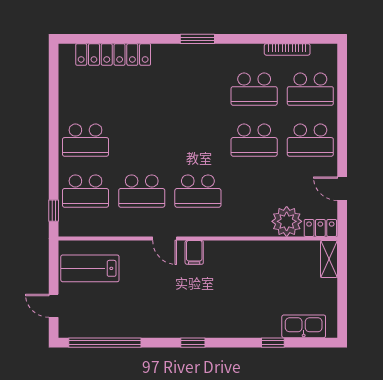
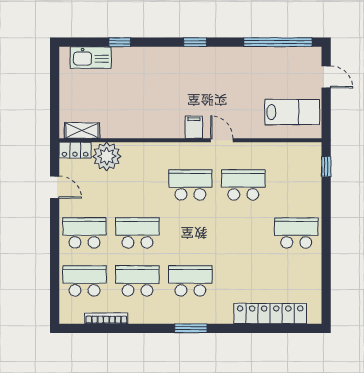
school desk: (85, 191) -> (190, 281), moved
shelving: (329, 259) -> (82, 131), moved, turned 90

